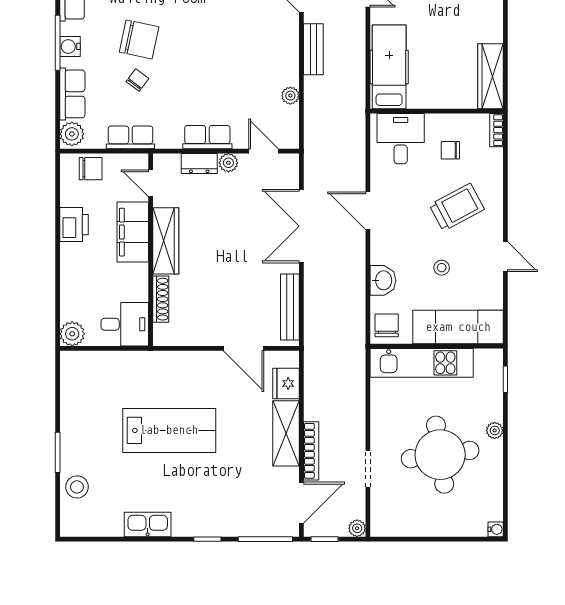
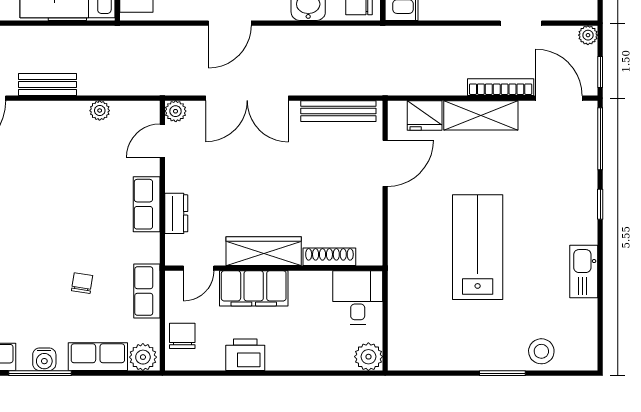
chair: (139, 40) -> (36, 281), removed
chair: (137, 80) -> (82, 283), turned 62
plant: (228, 163) -> (176, 111), moved

